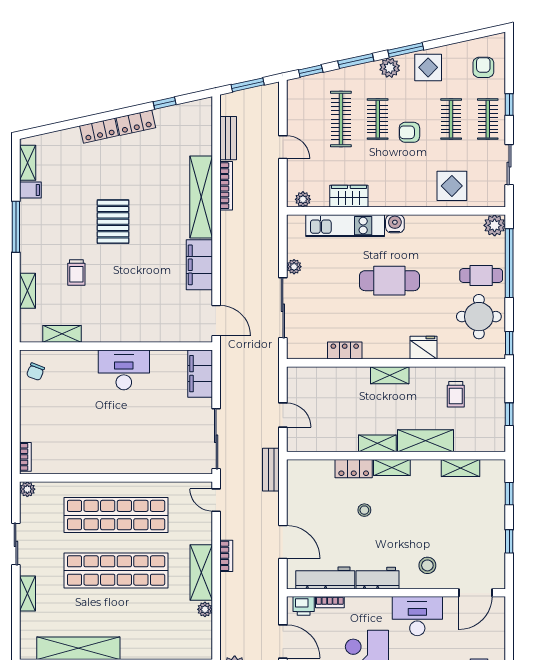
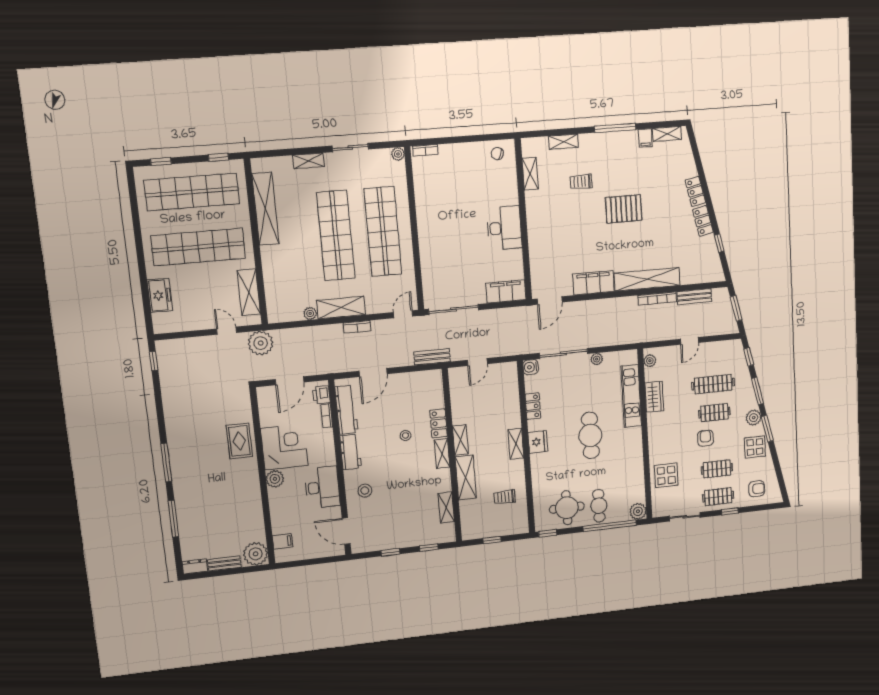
water cooler: (395, 224) -> (531, 367), moved, turned 180
fridge: (423, 348) -> (538, 442), moved

